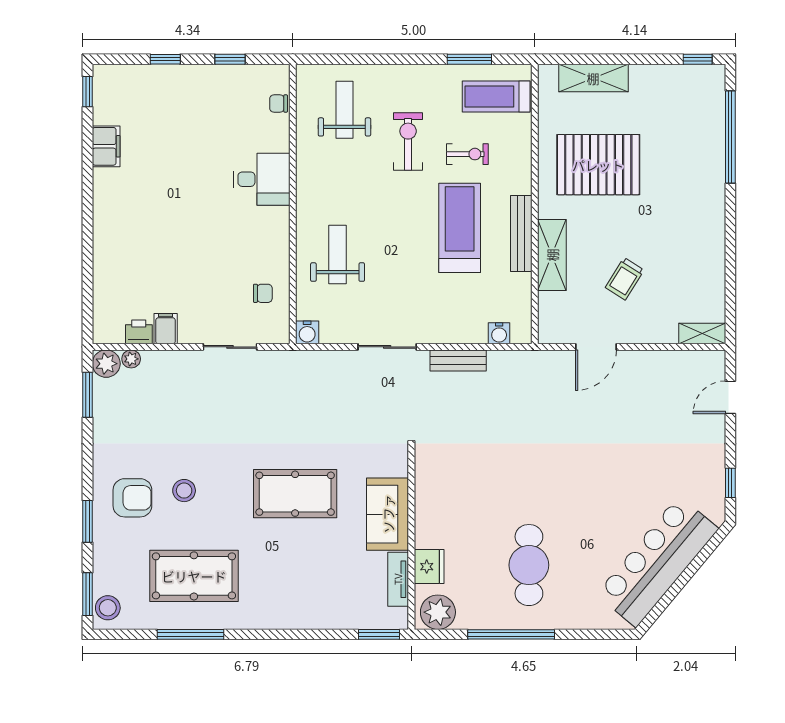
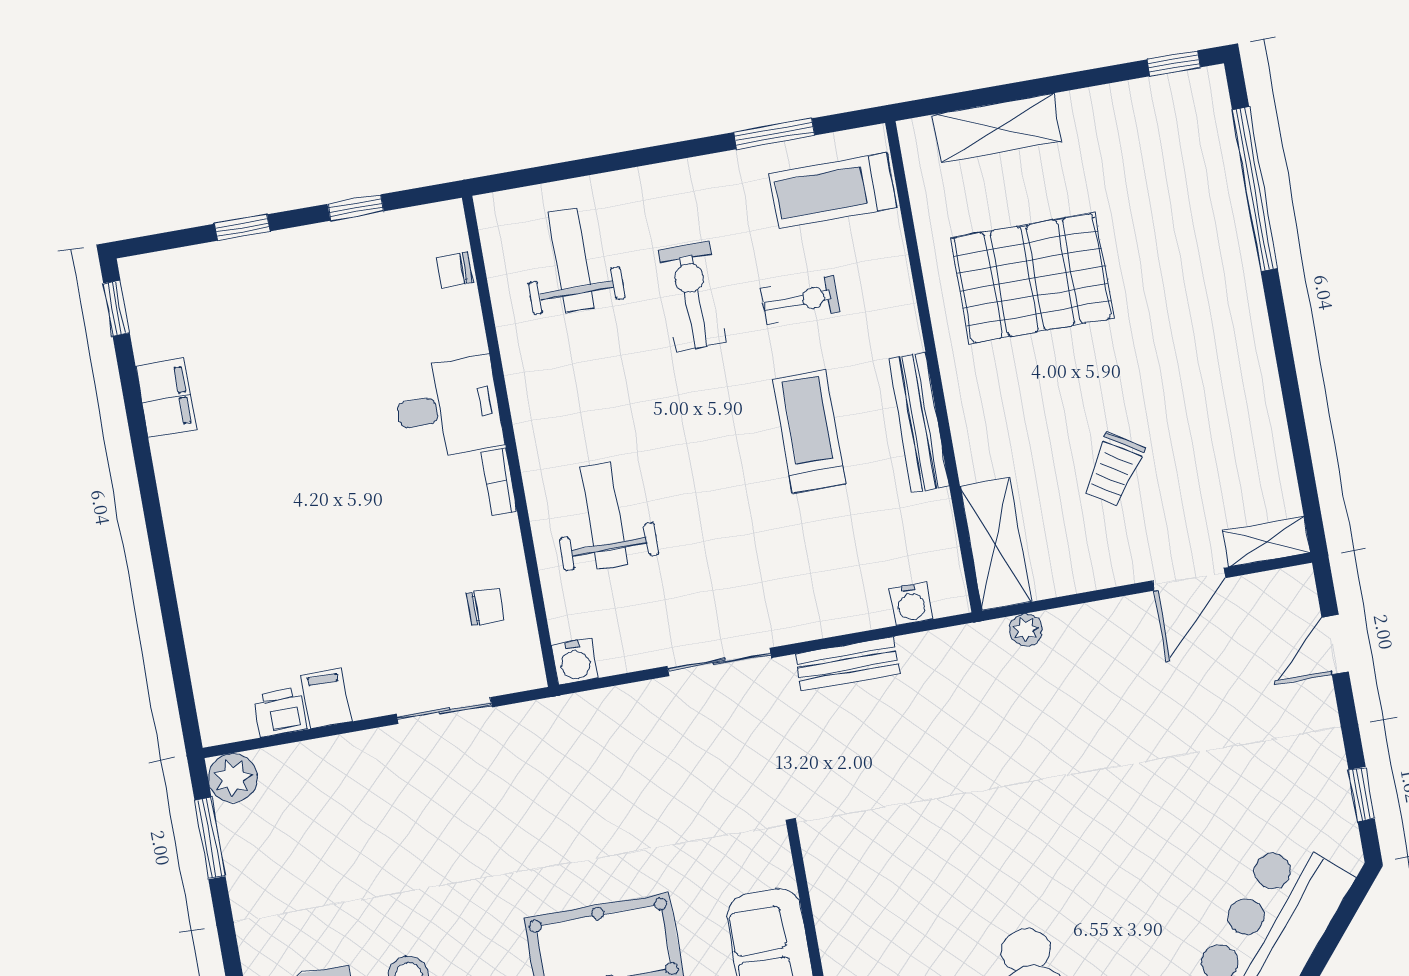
bookcase: (283, 225) -> (499, 482), added
treadmill: (460, 228) -> (809, 432), width x0.73, depth x0.73
shelving: (552, 255) -> (996, 544), moved
door: (596, 347) -> (1189, 579), moved
plant: (131, 359) -> (1026, 630), moved

